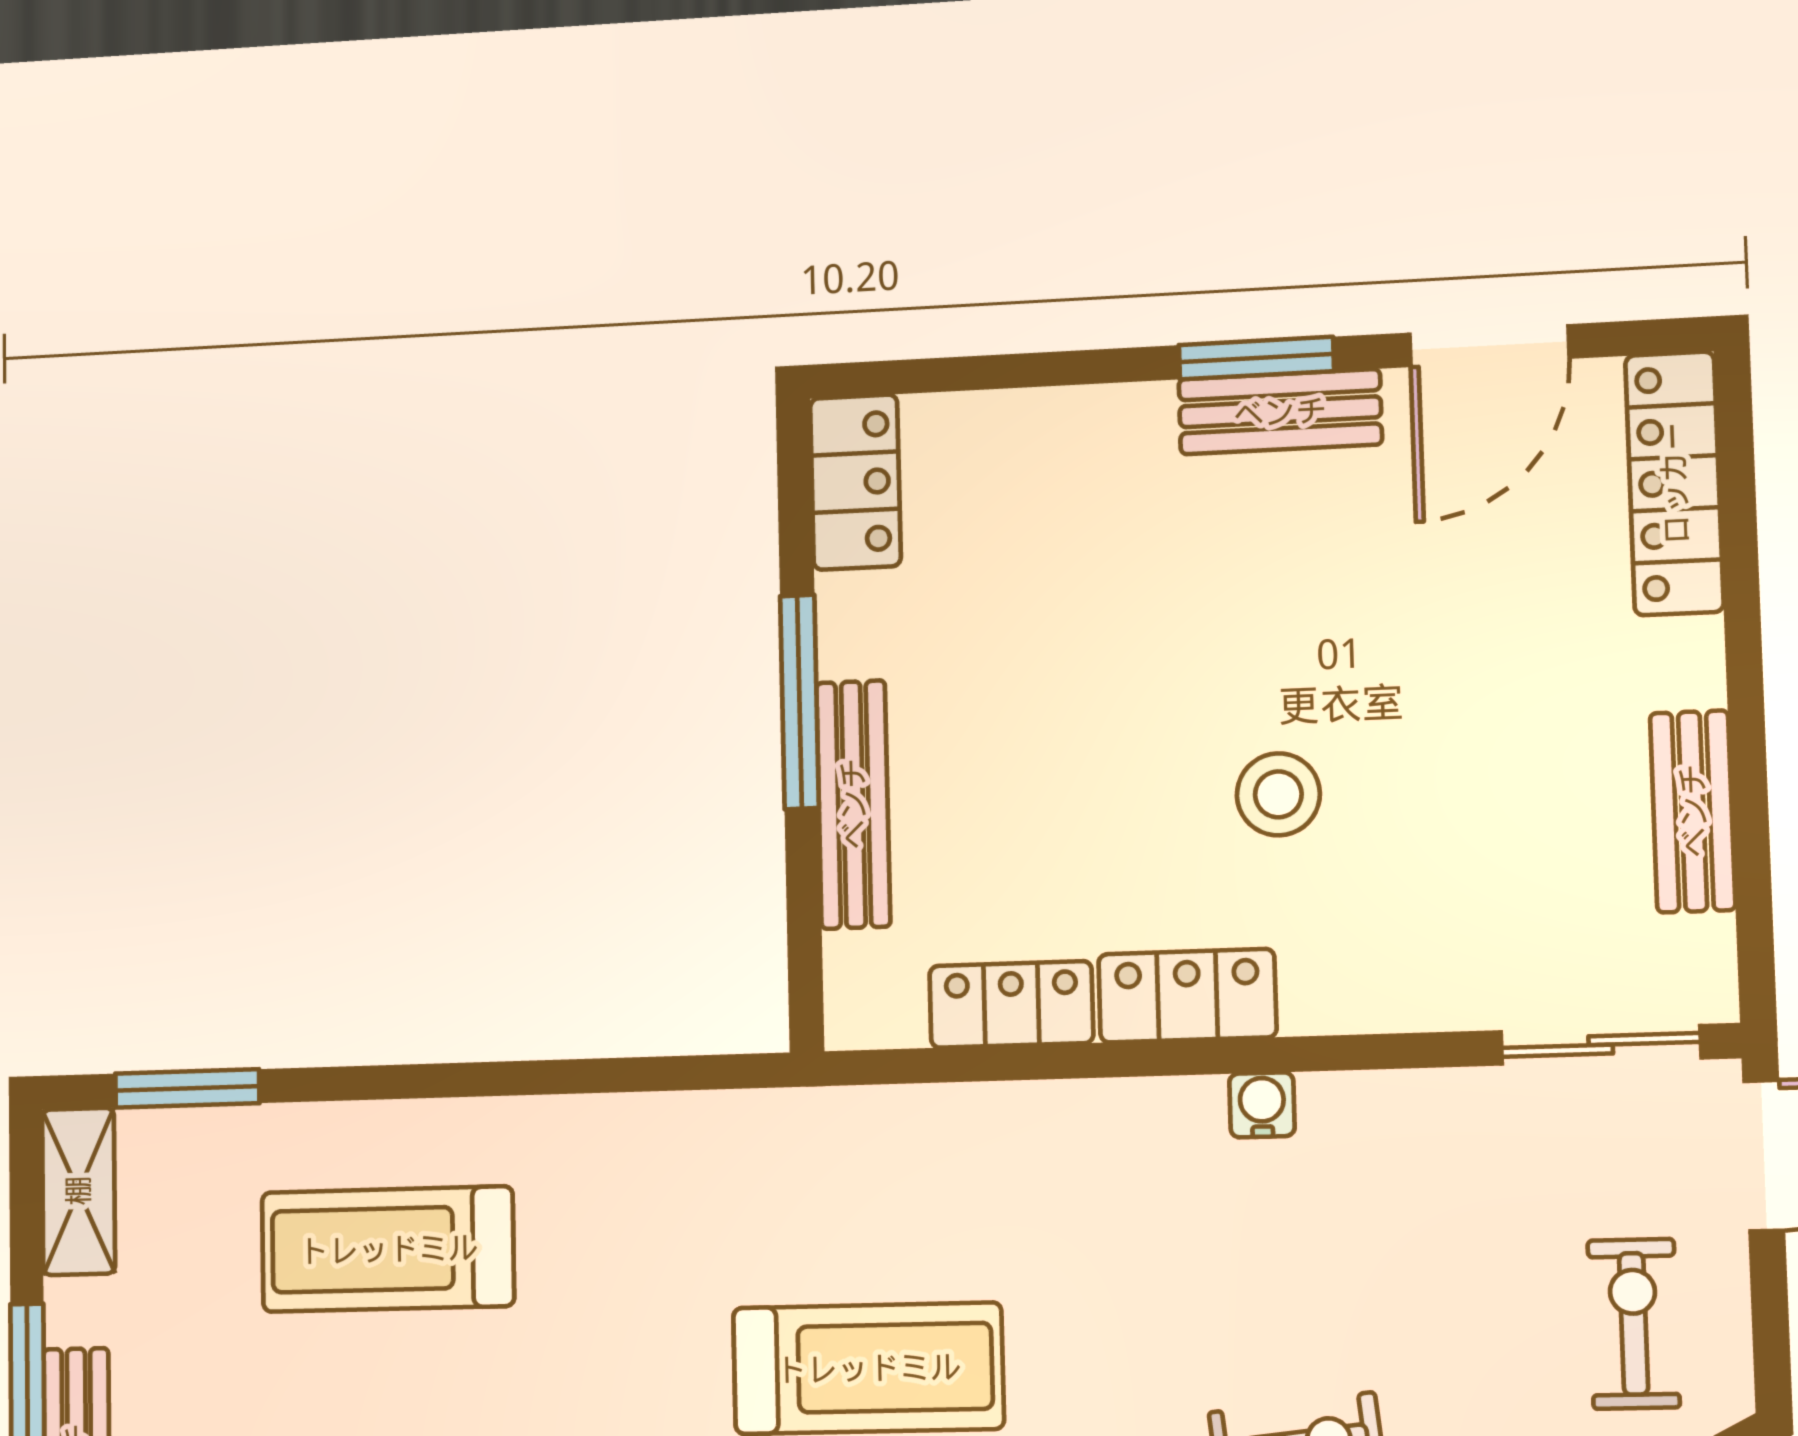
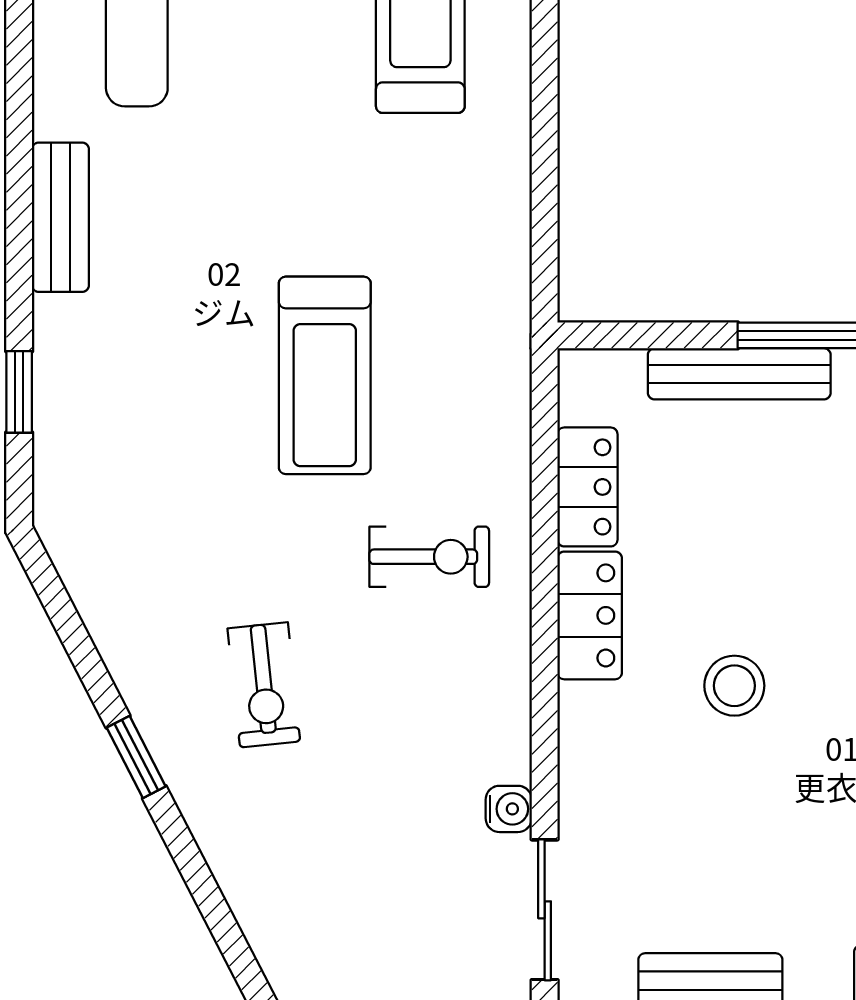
water cooler: (1262, 1105) -> (509, 809), moved
exercise bike: (1634, 1324) -> (429, 557), moved

